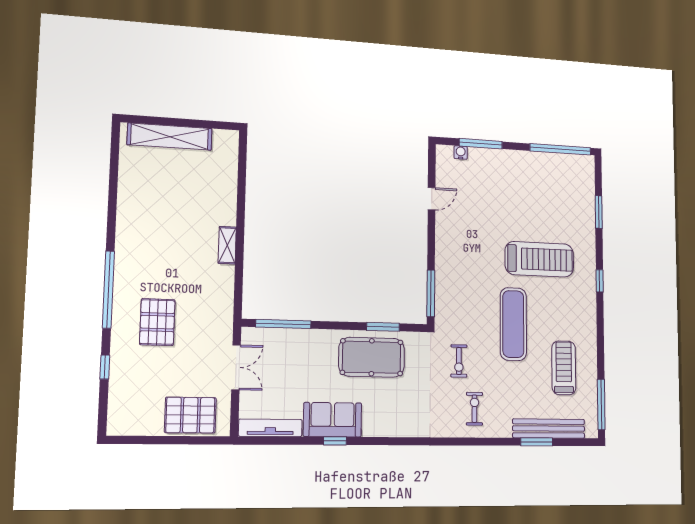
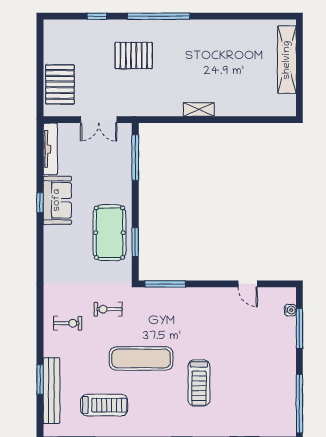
treadmill: (539, 259) -> (199, 383), width x0.73, depth x0.73

